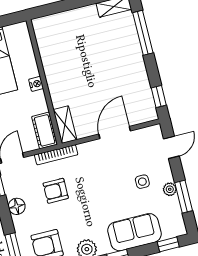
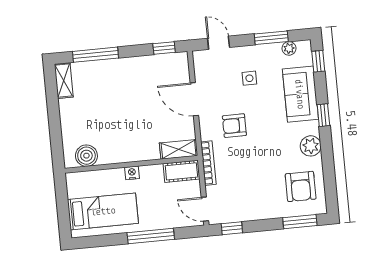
boiler: (46, 38) -> (86, 156), added
plant: (170, 189) -> (289, 48), moved
armchair: (56, 191) -> (234, 126), moved, turned 90
floor lamp: (17, 206) -> (256, 212), removed

